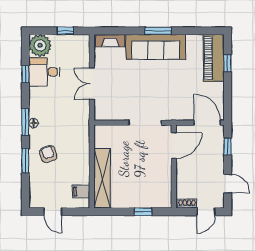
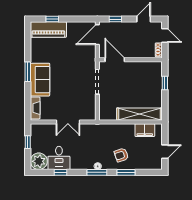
sofa: (156, 47) -> (40, 80), width x0.73
filing cabinet: (81, 192) -> (145, 130), width x2.00

